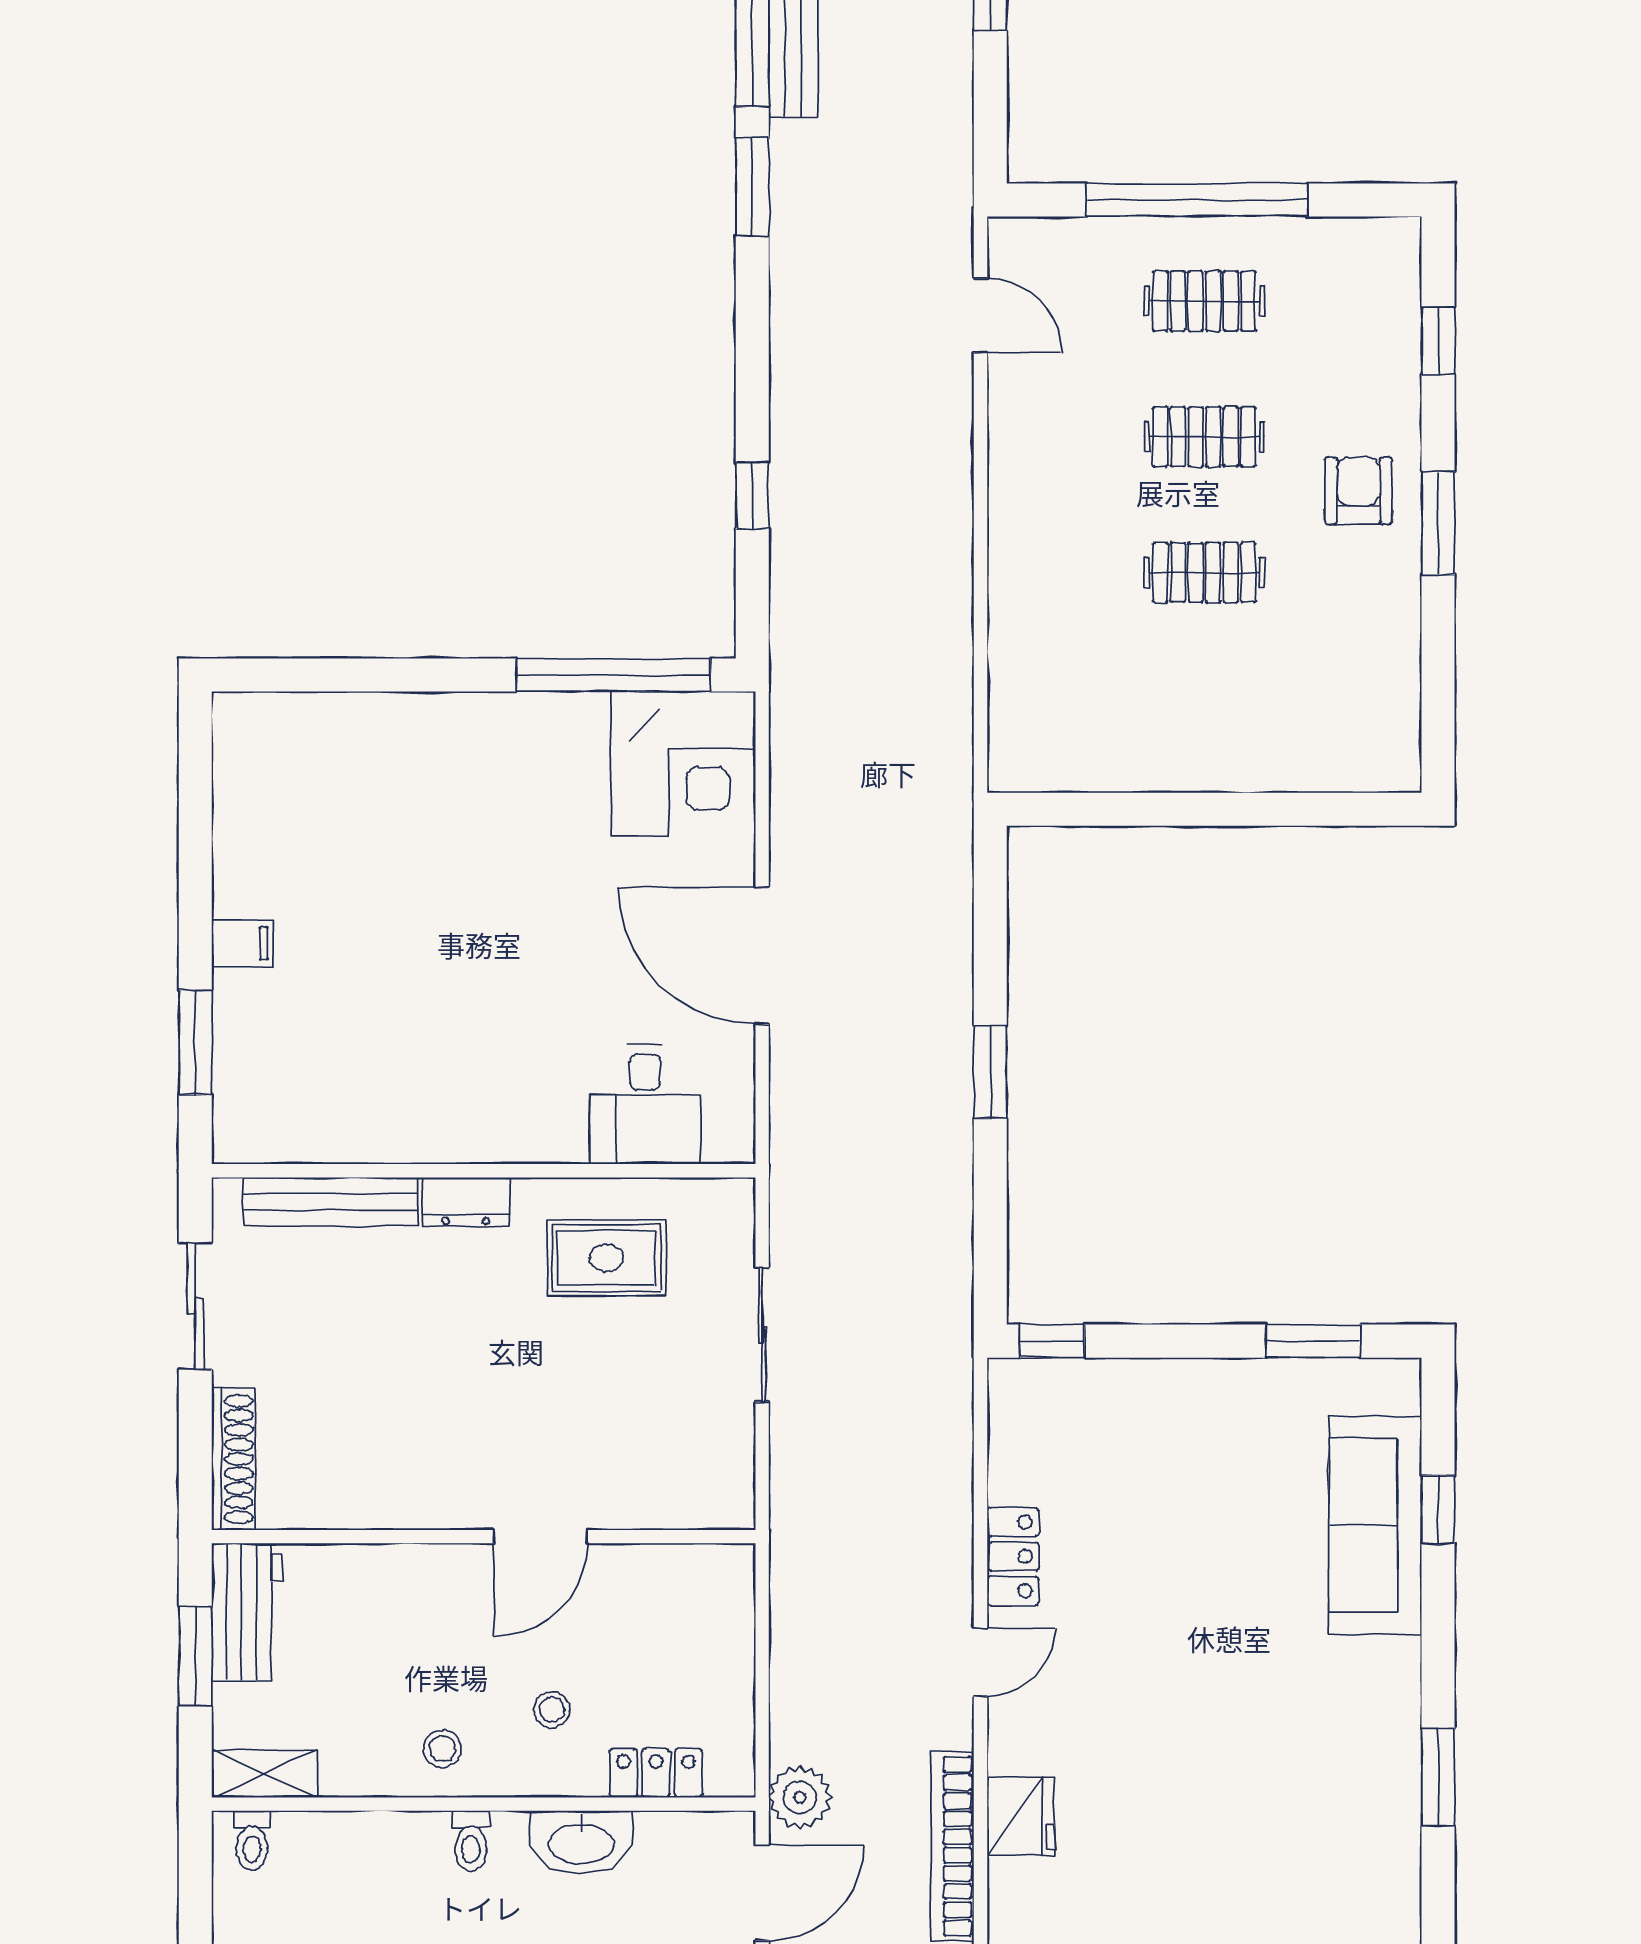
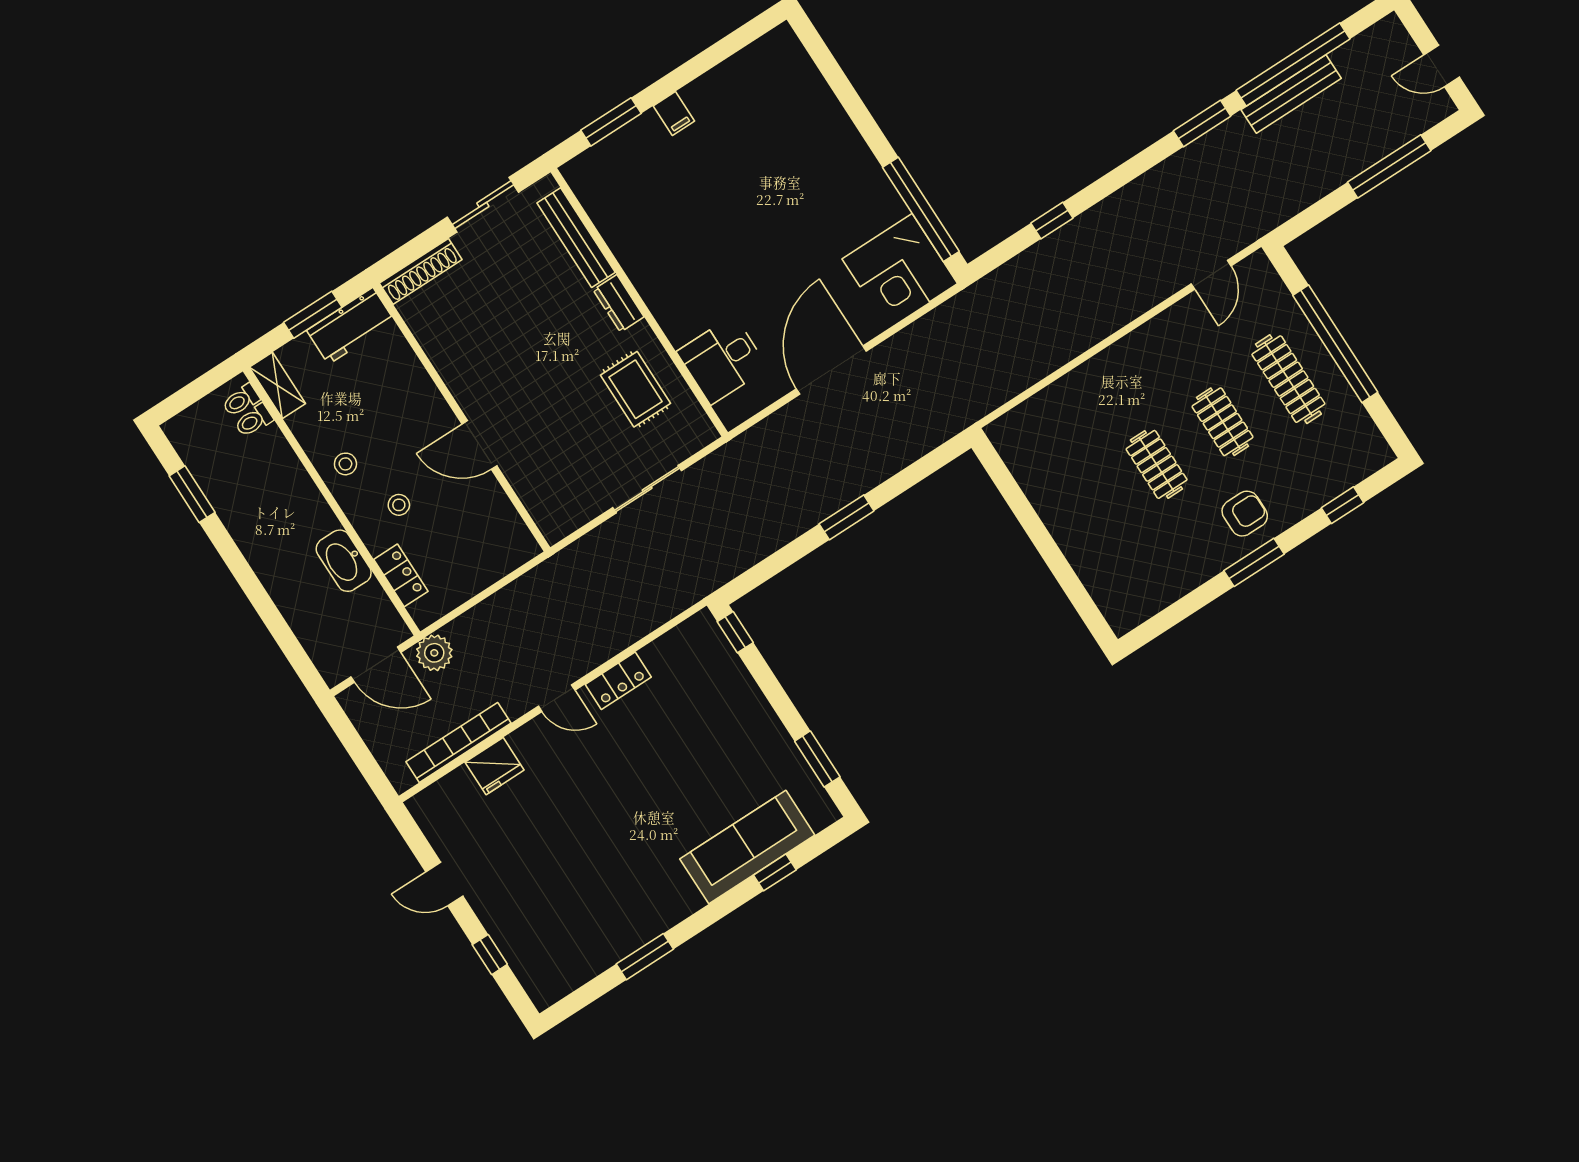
clothes rail: (1204, 301) -> (1288, 379), width x1.36
toilet: (471, 1841) -> (254, 420), moved

